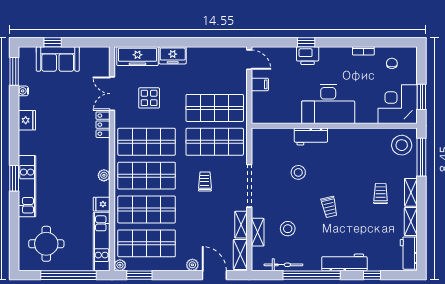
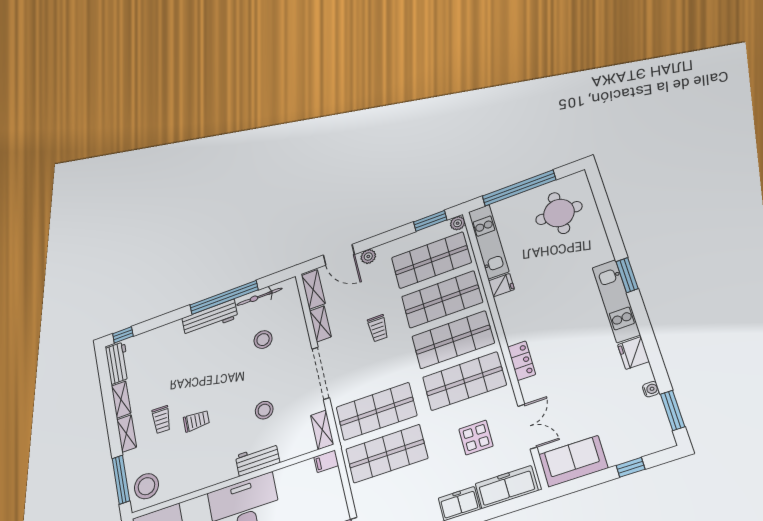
sofa: (58, 59) -> (573, 461), moved
filing cabinet: (260, 84) -> (326, 461), moved
locker: (103, 125) -> (522, 361), moved
plant: (104, 175) -> (508, 321), removed
trolley: (205, 181) -> (378, 328), moved
kitchen unit: (27, 186) -> (616, 301), moved
trolley: (329, 207) -> (196, 421), moved, turned 103
shelving: (258, 232) -> (322, 430), moved
workbench: (344, 262) -> (210, 318), moved
window: (372, 275) -> (123, 335), moved

